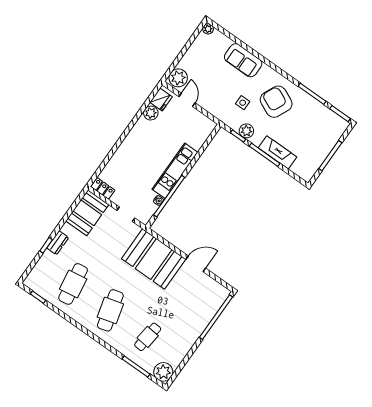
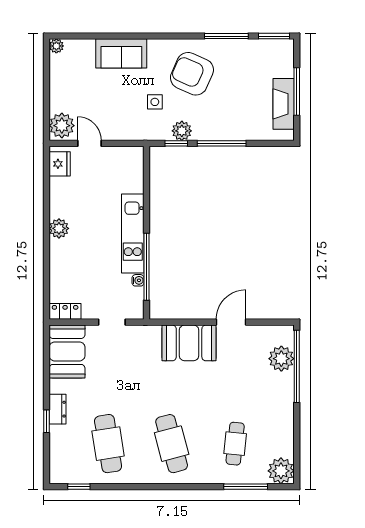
plant: (151, 113) -> (59, 228), moved
fireplace: (278, 152) -> (284, 104), moved, turned -90
booth: (154, 259) -> (189, 343), width x0.73, depth x0.70
plant: (210, 306) -> (281, 359), added

